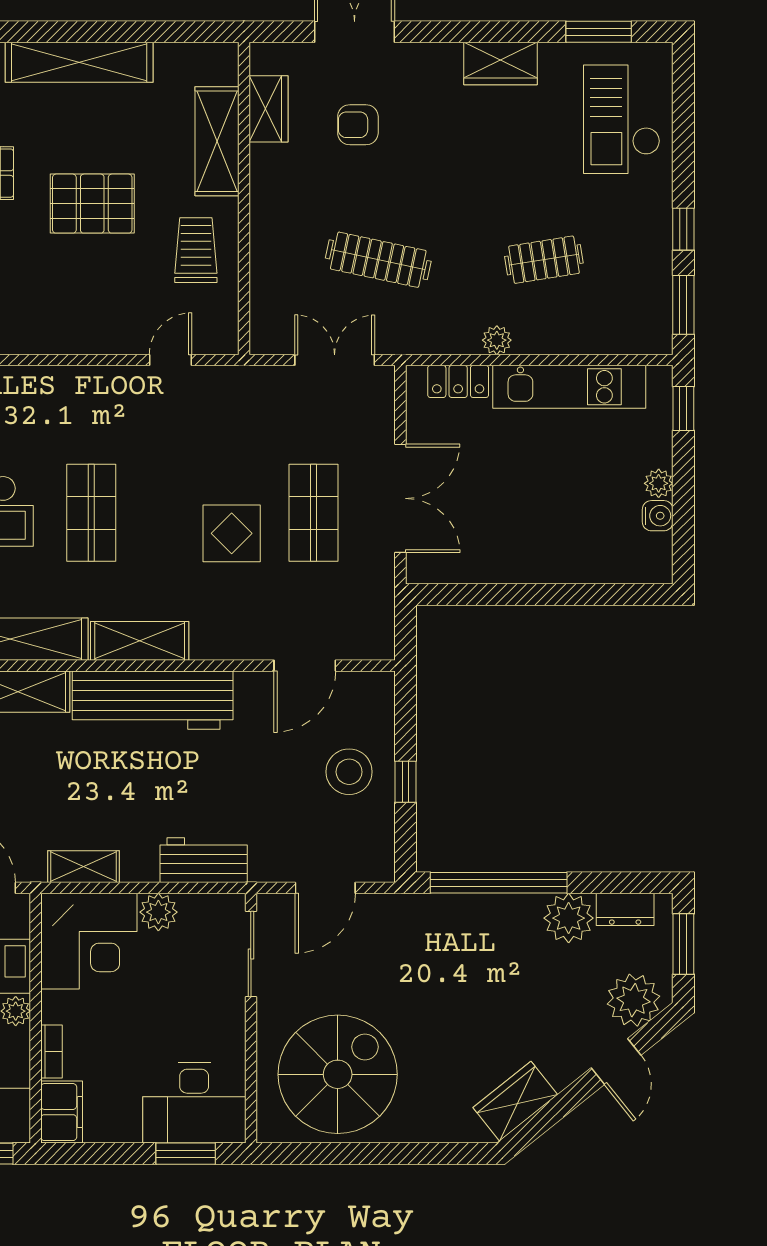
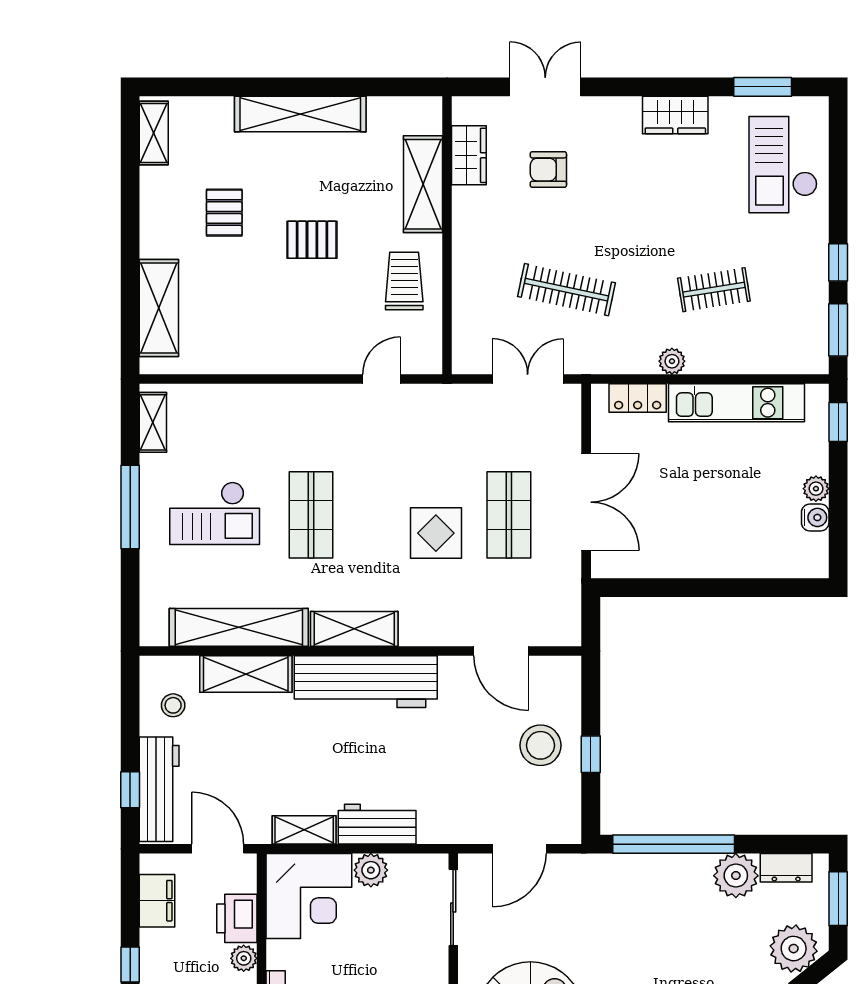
pallet: (92, 204) -> (312, 240), width x0.67, depth x0.71
door: (305, 666) -> (501, 651), hinge flipped
workbench: (204, 860) -> (377, 824), moved

